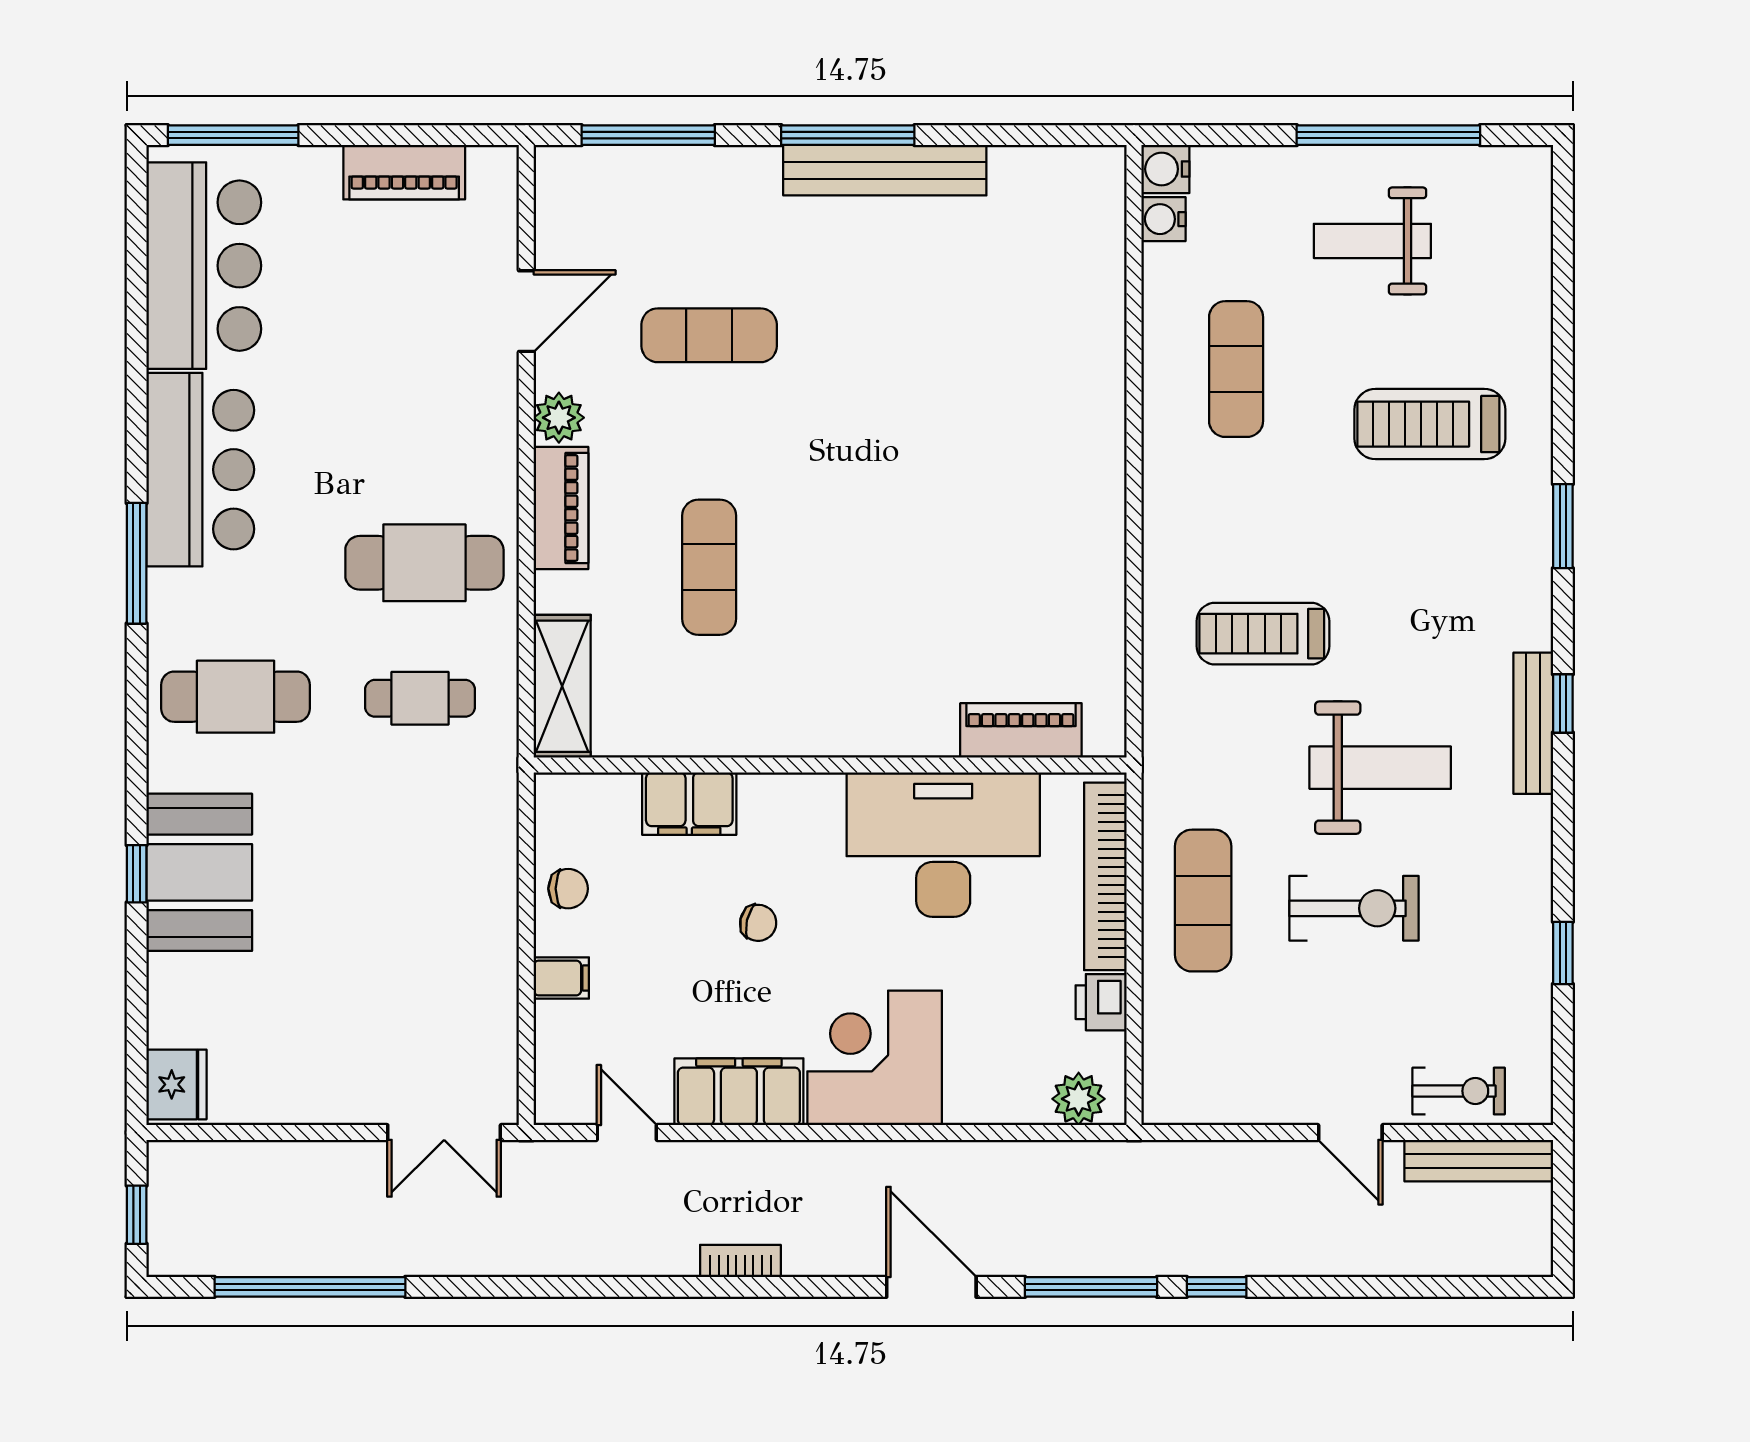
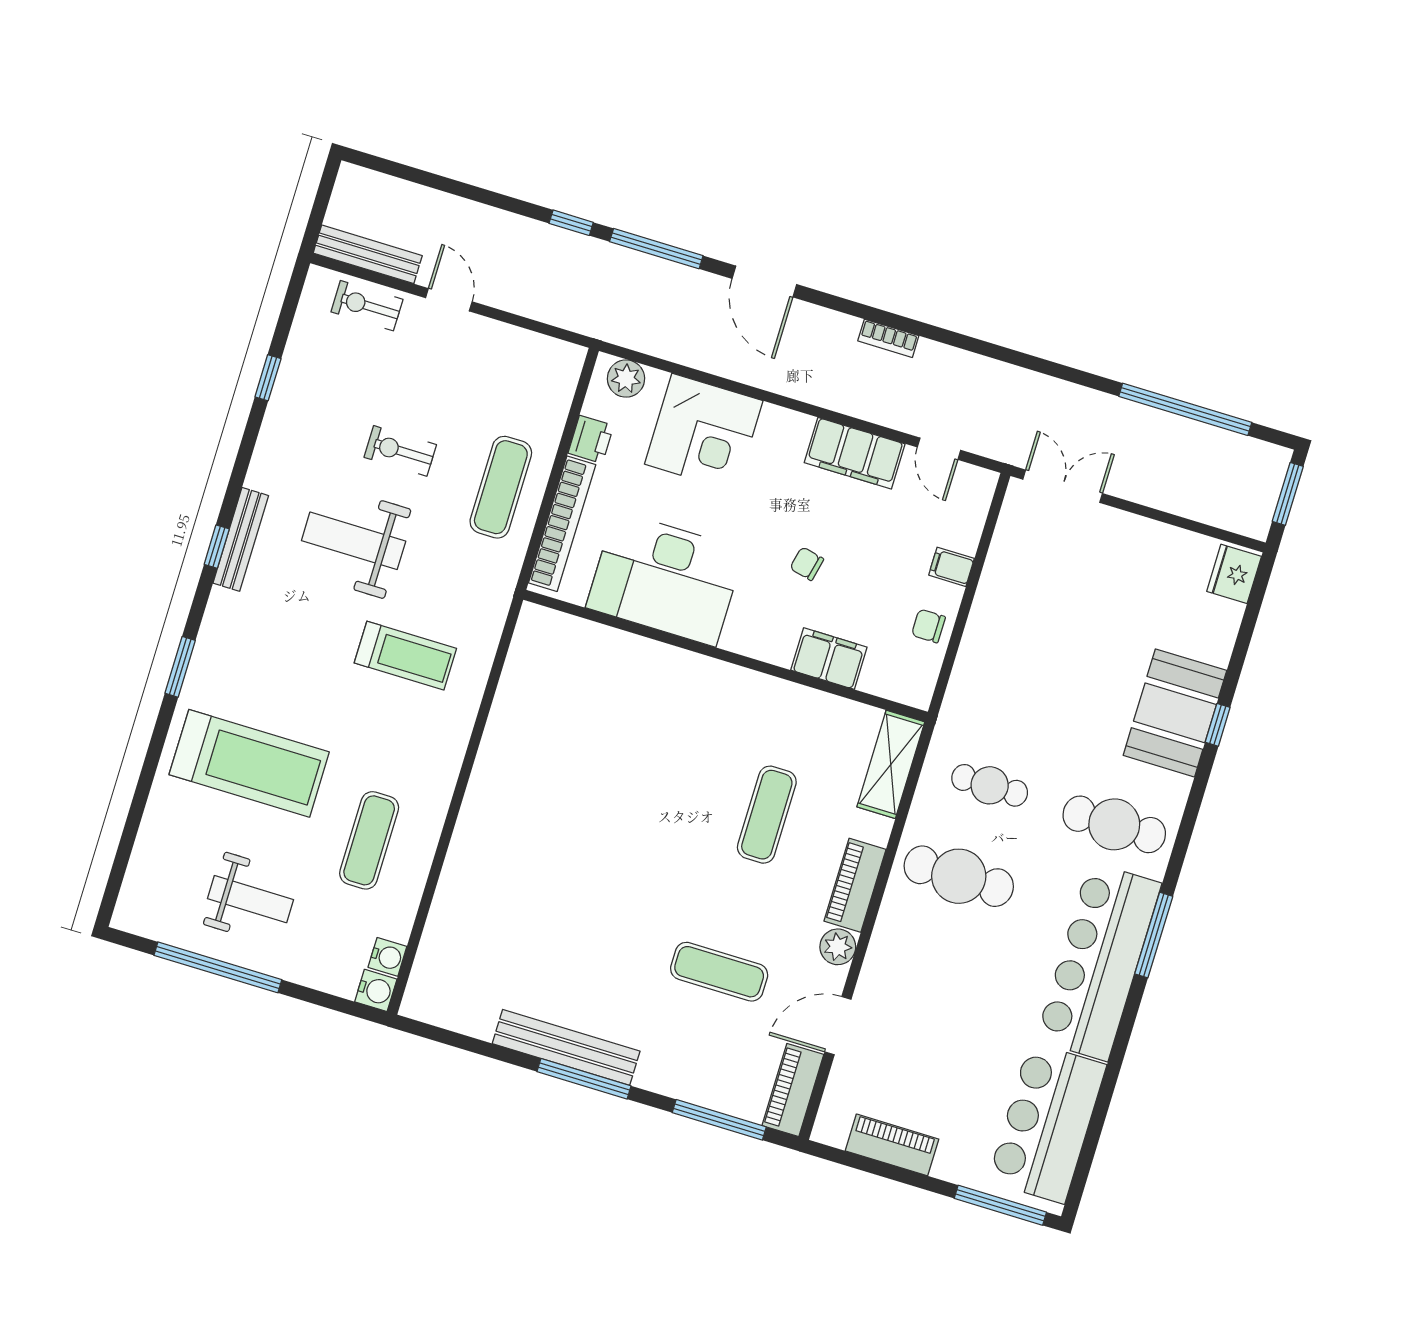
treadmill: (1430, 424) -> (249, 763), width x1.37, depth x1.38
bar counter: (200, 470) -> (1099, 962), width x1.36
piano: (1021, 730) -> (793, 1090), moved, turned 90
exercise bike: (1354, 908) -> (400, 451), width x0.73, depth x0.72
corner desk: (875, 1058) -> (704, 432), moved
window: (137, 1215) -> (1288, 494), width x1.50

